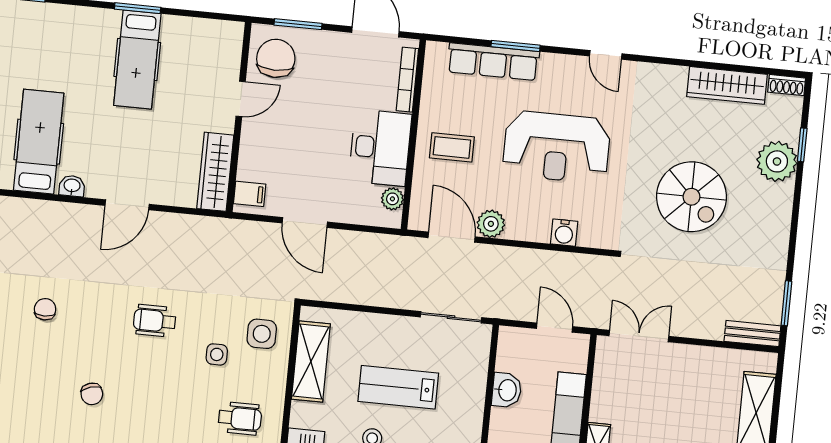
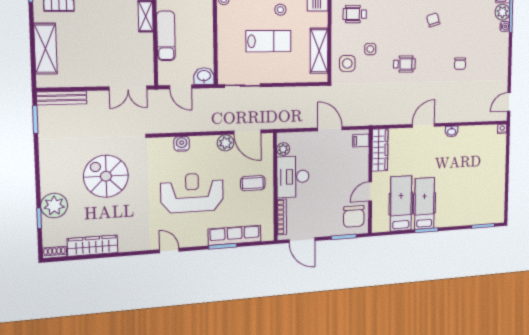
hospital bed: (39, 142) -> (401, 203), moved, turned 180
bench: (752, 334) -> (62, 98), width x1.36
washbasin: (507, 390) -> (204, 76), moved, turned 90

